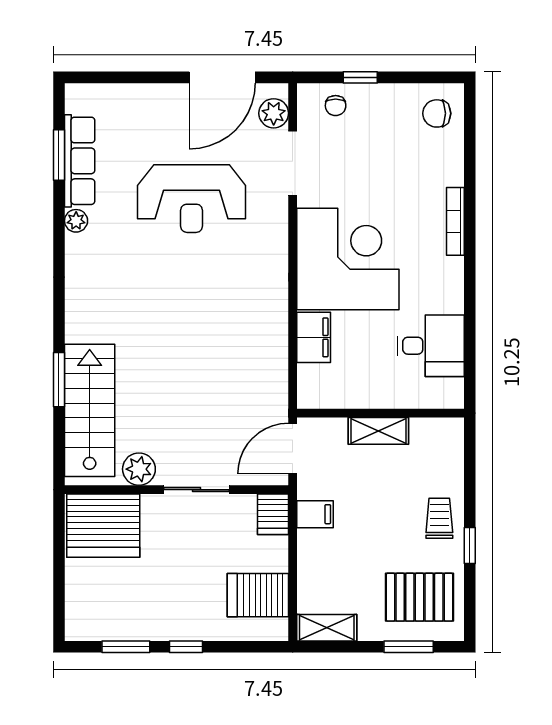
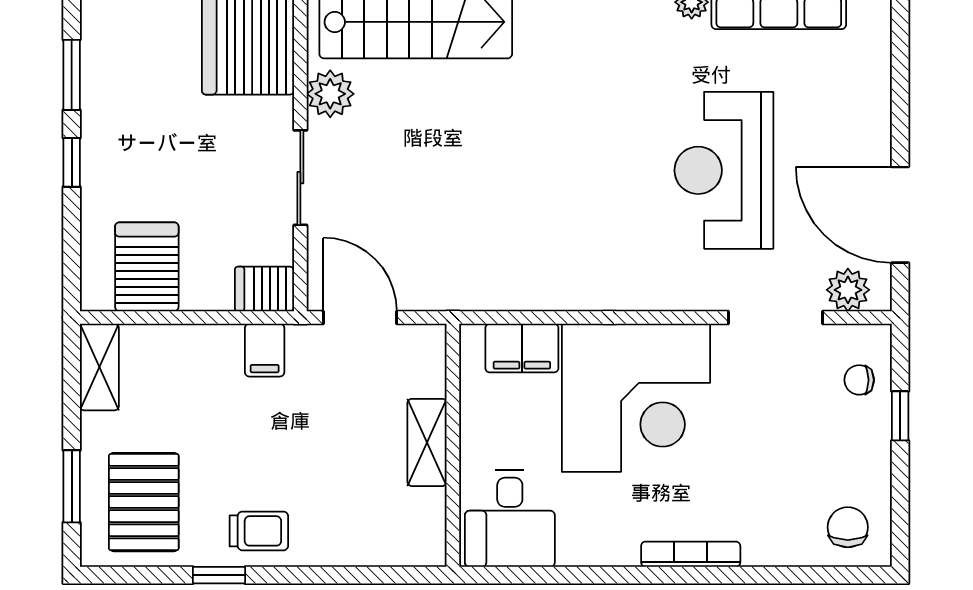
wall: (380, 413) -> (453, 445), moved
shelving: (378, 431) -> (427, 442), moved

